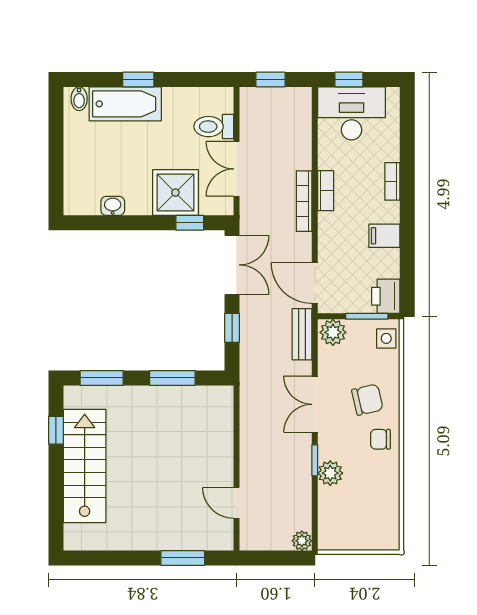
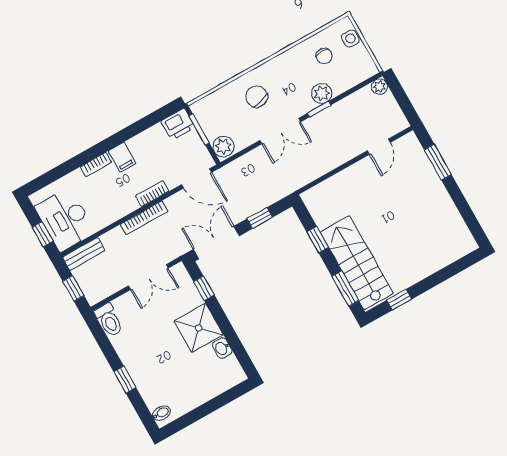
bathtub: (125, 104) -> (147, 379), removed
toilet: (214, 127) -> (109, 320), moved
bookcase: (326, 191) -> (152, 194), moved
shower: (175, 193) -> (199, 328), moved
filing cabinet: (384, 236) -> (122, 157), moved
door: (315, 283) -> (196, 178), hinge flipped
bench: (302, 334) -> (84, 254), moved
side table: (386, 338) -> (350, 39), moved
window: (172, 378) -> (318, 240), width x0.67
chair: (380, 439) -> (324, 56), moved
stairs: (85, 466) -> (357, 263), moved, turned 90

